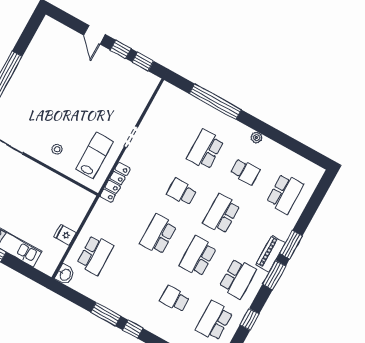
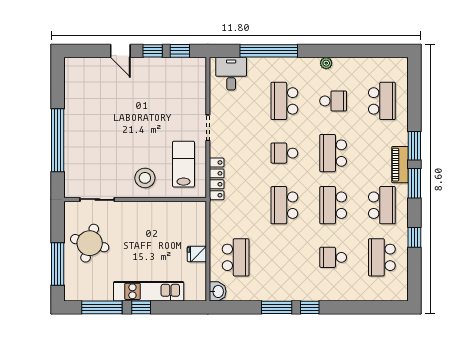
desk: (174, 103) -> (231, 74), added
stool: (57, 149) -> (145, 178), width x1.89, depth x1.89

